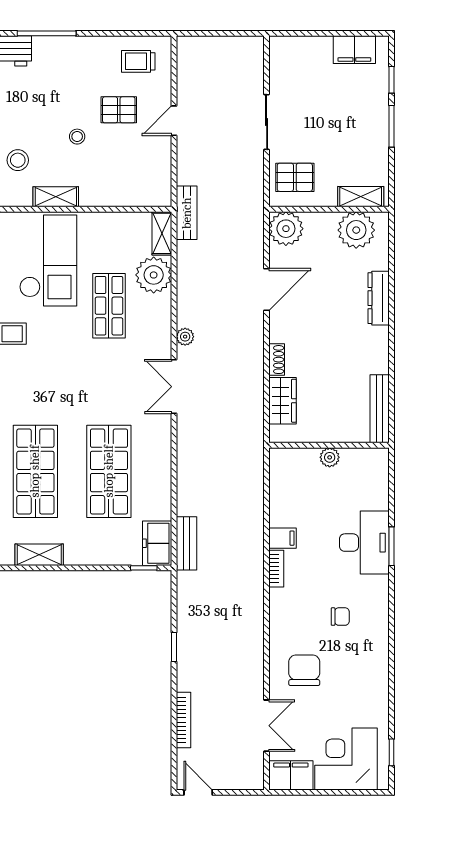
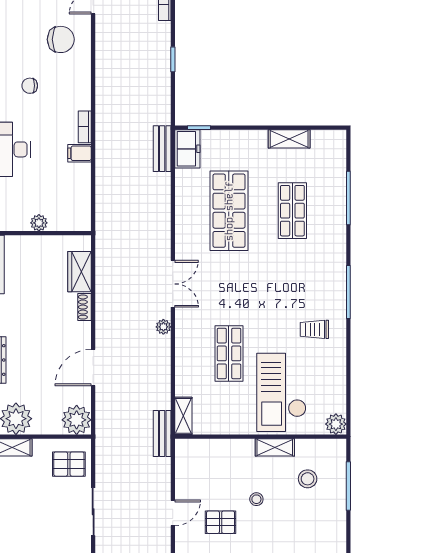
plant: (154, 275) -> (191, 380), removed
shop shelf: (35, 471) -> (292, 211), width x0.70, depth x0.74
chair: (304, 670) -> (61, 39), turned -90

